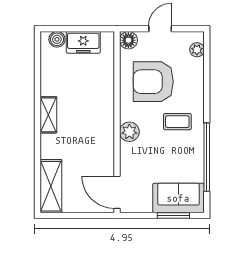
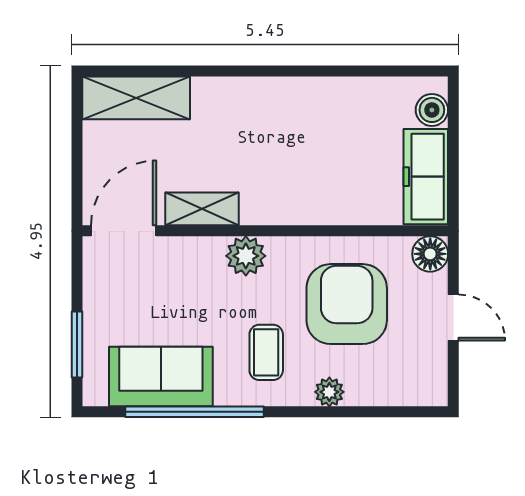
freezer: (83, 42) -> (426, 177), width x1.40
plant: (197, 50) -> (329, 392), moved
shelving: (48, 115) -> (202, 209), moved
sofa: (178, 198) -> (161, 377), moved, turned -90

